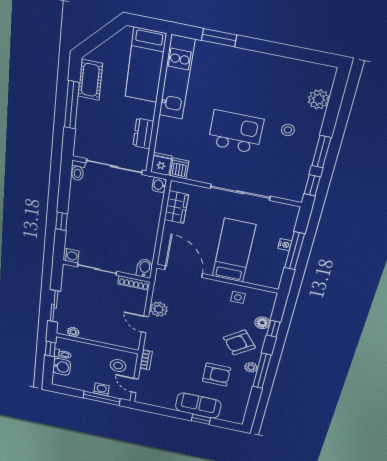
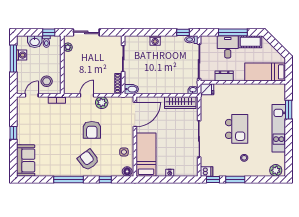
kitchen unit: (177, 78) -> (279, 128), moved, turned 90
plant: (319, 99) -> (276, 170), moved
desk: (95, 118) -> (228, 47), added
dishwasher: (179, 168) -> (207, 171), moved
wardrobe: (176, 207) -> (180, 103), width x1.50
window: (62, 221) -> (183, 32), moved
bed: (234, 251) -> (146, 155), moved, turned -90
window: (294, 251) -> (167, 179), removed
washing machine: (71, 256) -> (155, 40), moved
floor lamp: (262, 323) -> (127, 171), moved
plant: (251, 367) -> (69, 172), removed
armchair: (216, 375) -> (92, 130), moved
washing machine: (102, 389) -> (22, 55), moved
window: (102, 398) -> (13, 58), moved
sofa: (198, 406) -> (26, 160), moved
window: (201, 419) -> (13, 133), moved

